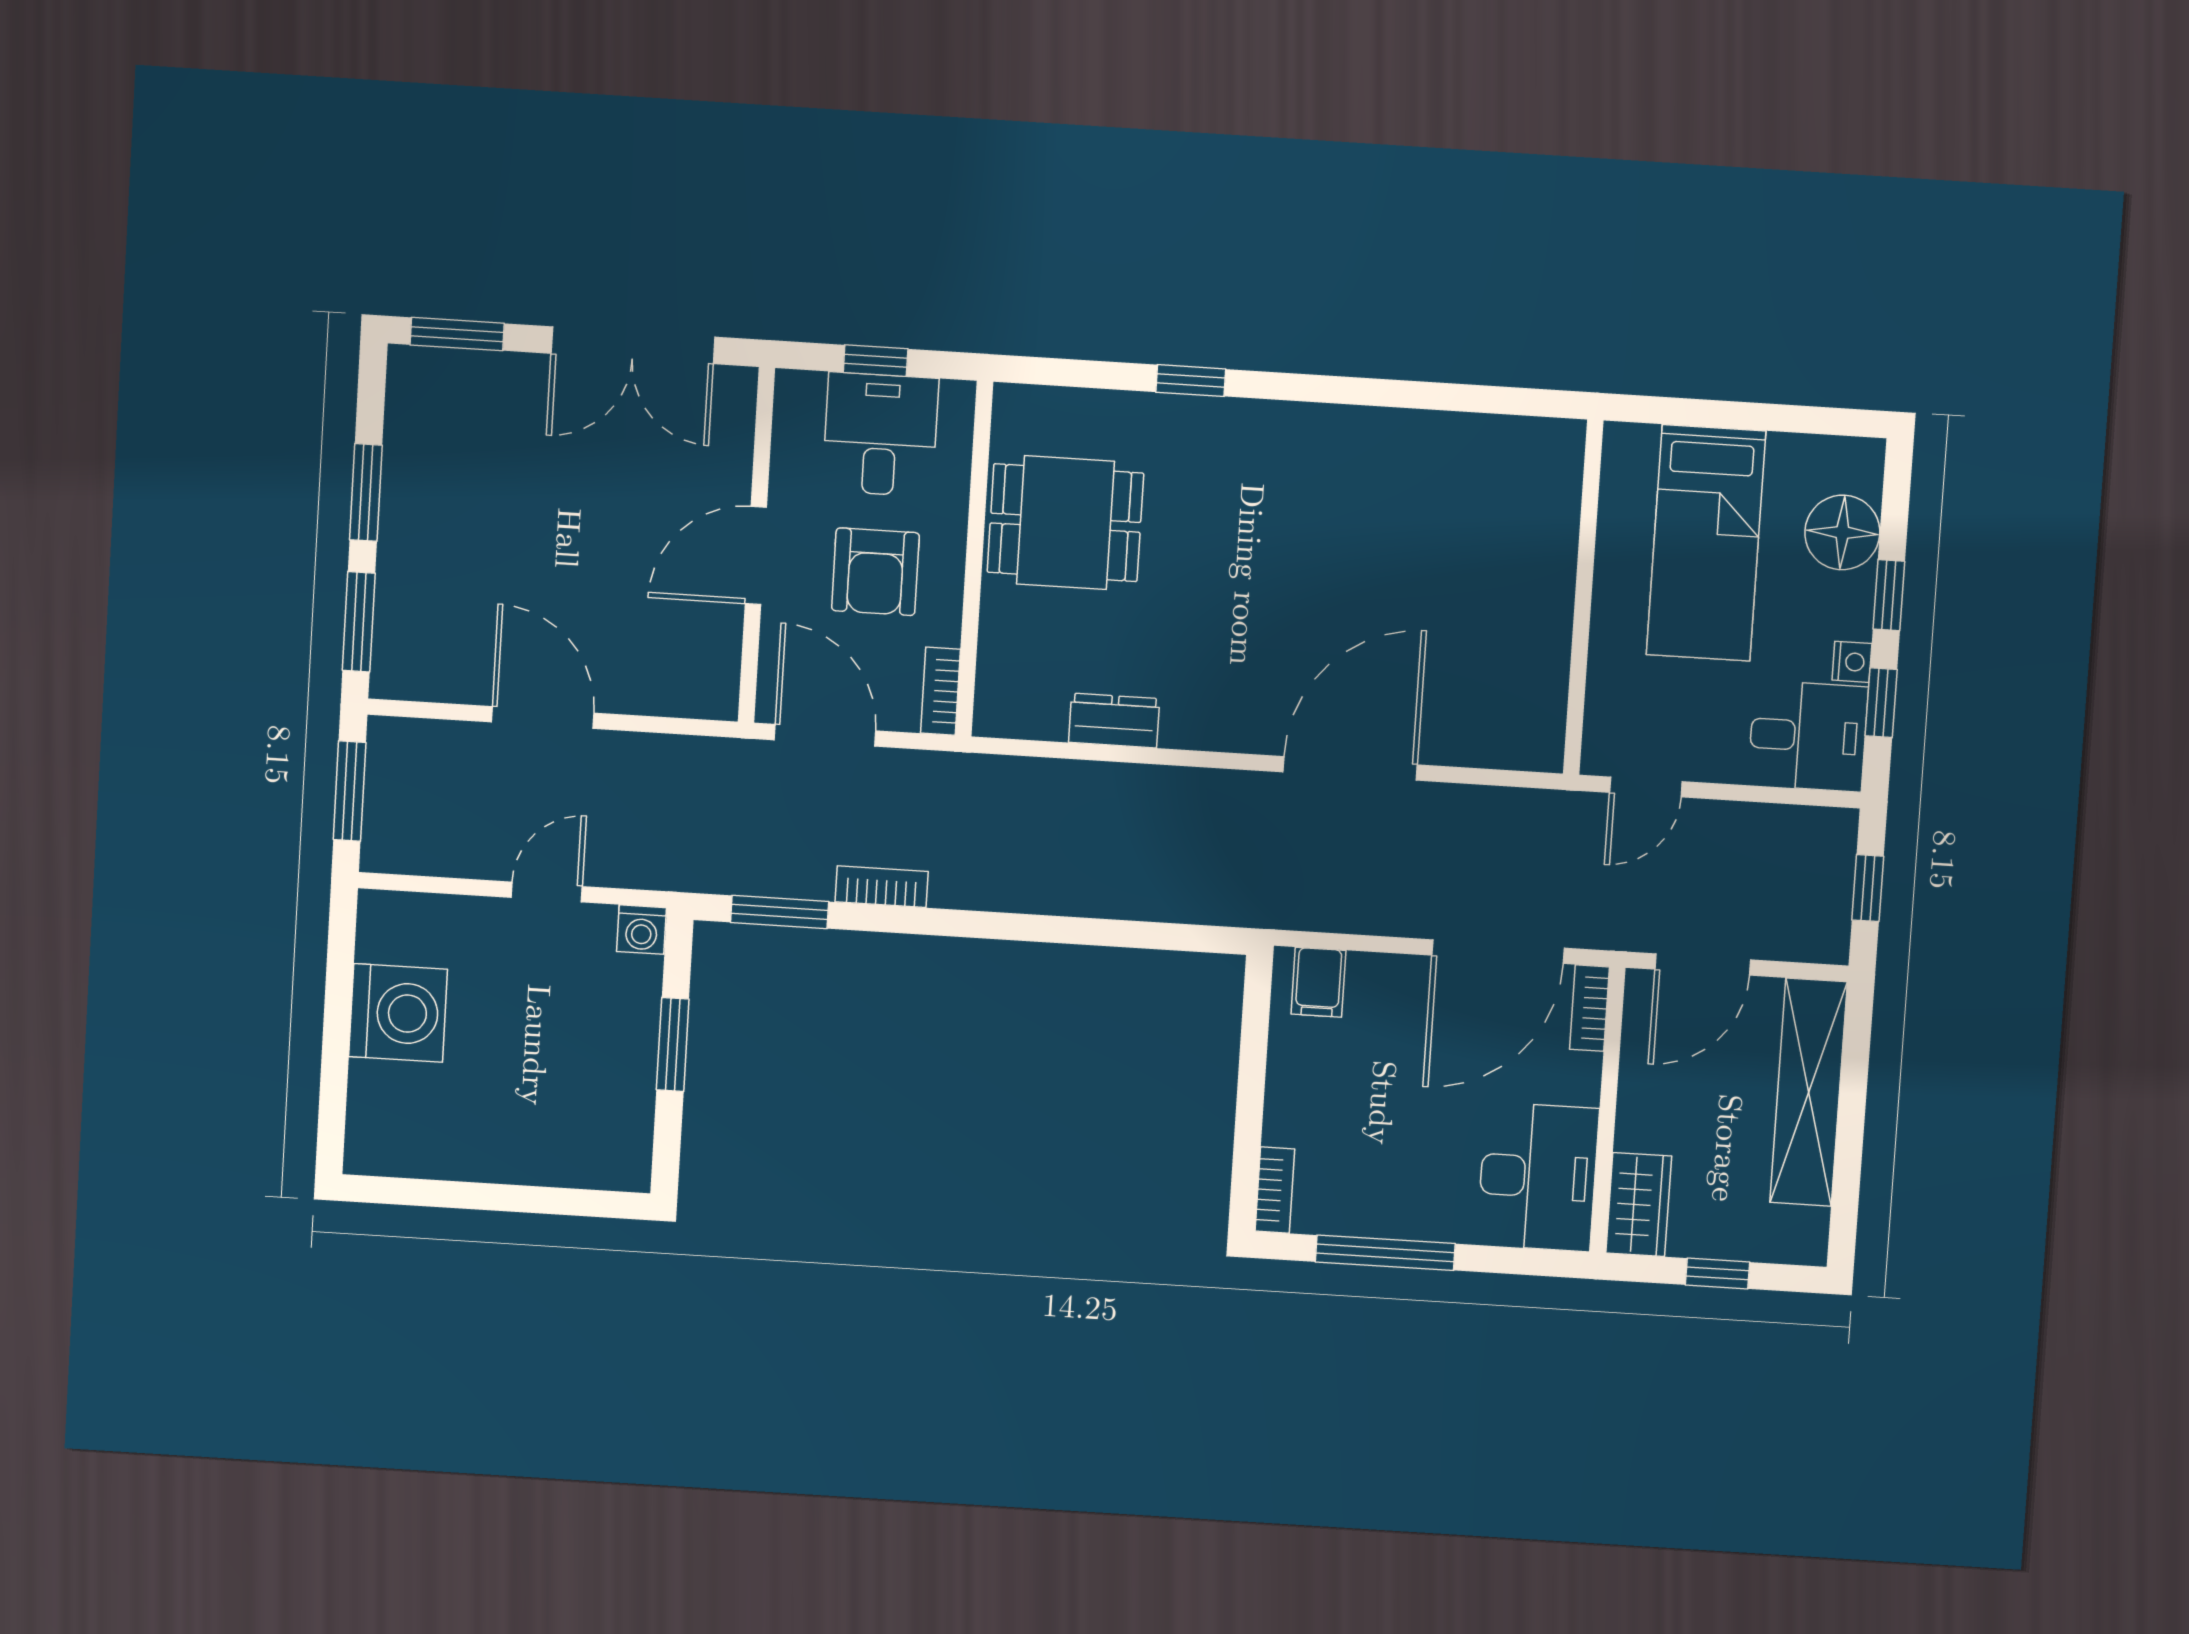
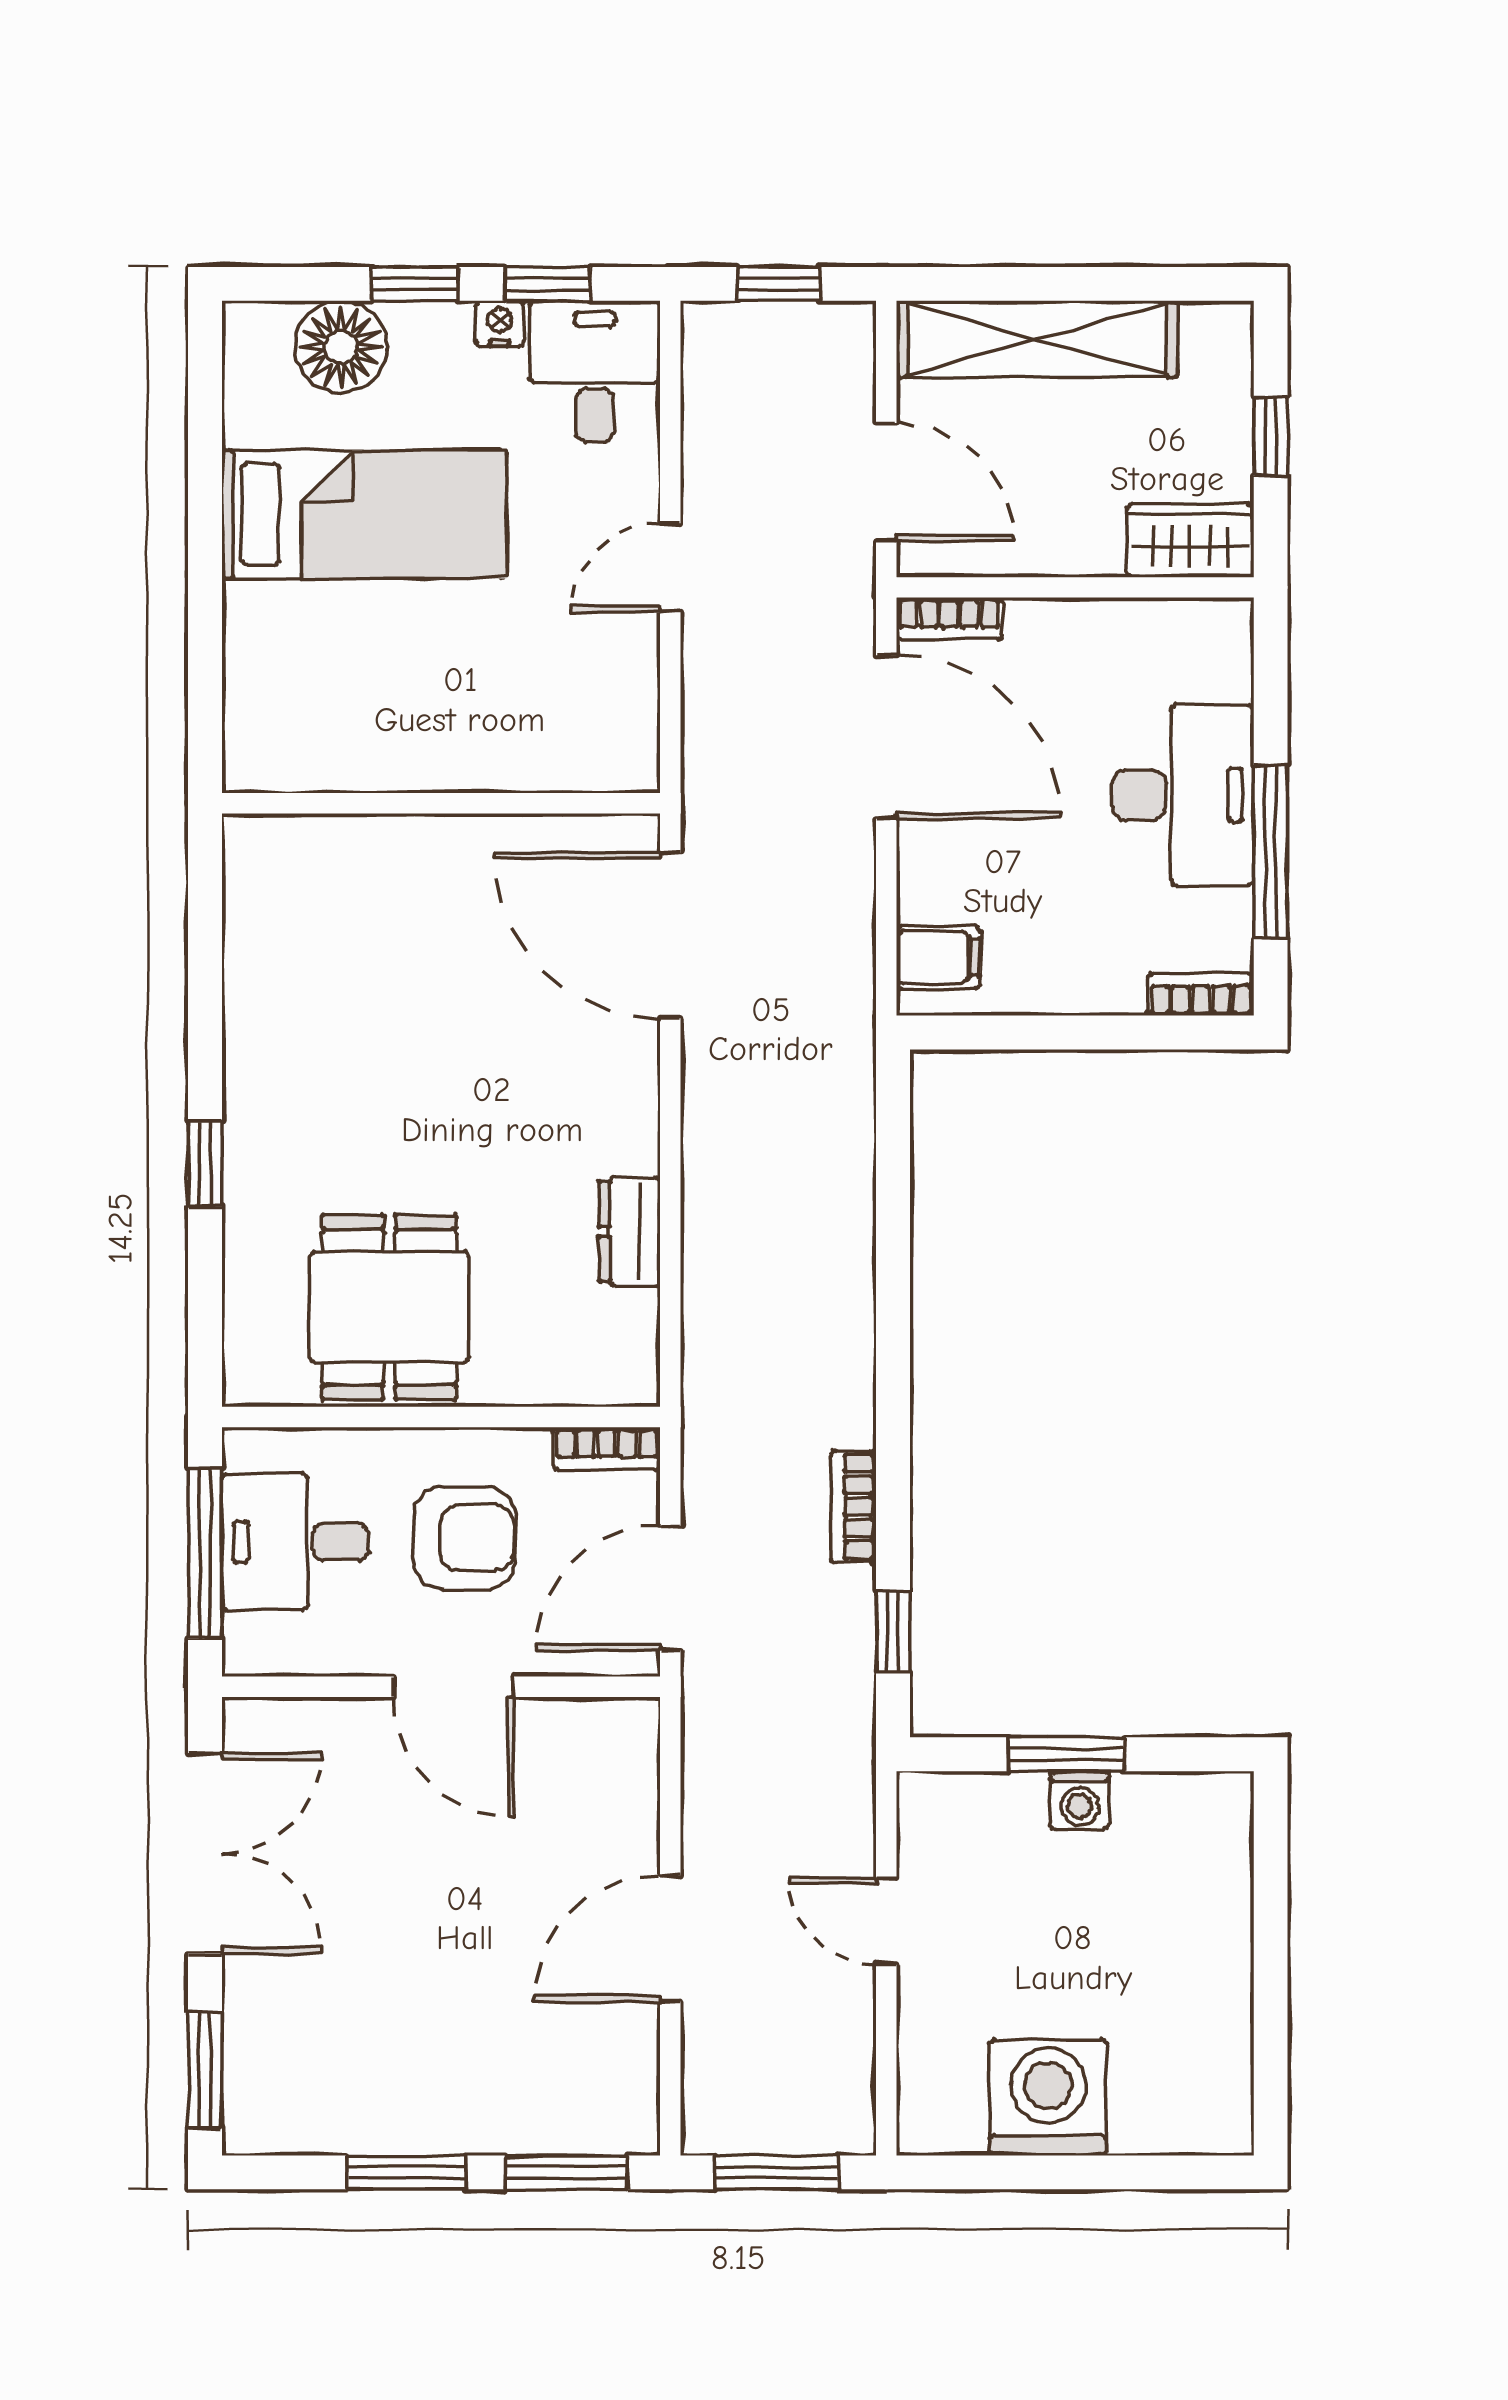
window: (876, 361) -> (205, 1553), width x2.17
wall: (1583, 597) -> (441, 803), moved
door: (1646, 787) -> (670, 568), swing flipped
window: (780, 912) -> (893, 1631), width x0.67
washing machine: (641, 930) -> (1080, 1800), moved, turned 90
desk: (1538, 1177) -> (1183, 795), moved, turned 90

